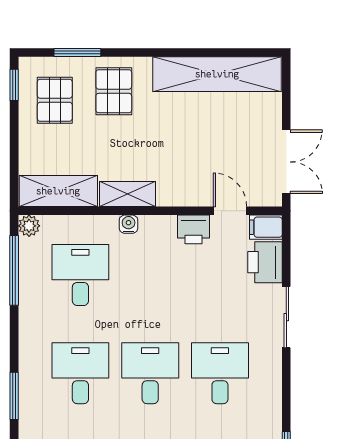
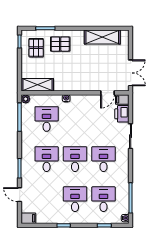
shelving: (217, 74) -> (102, 37), width x0.68
pallet: (114, 91) -> (60, 44), turned 90
shelving: (127, 194) -> (66, 86), removed
door: (230, 211) -> (108, 93), swing flipped
printer: (194, 229) -> (93, 100), removed

